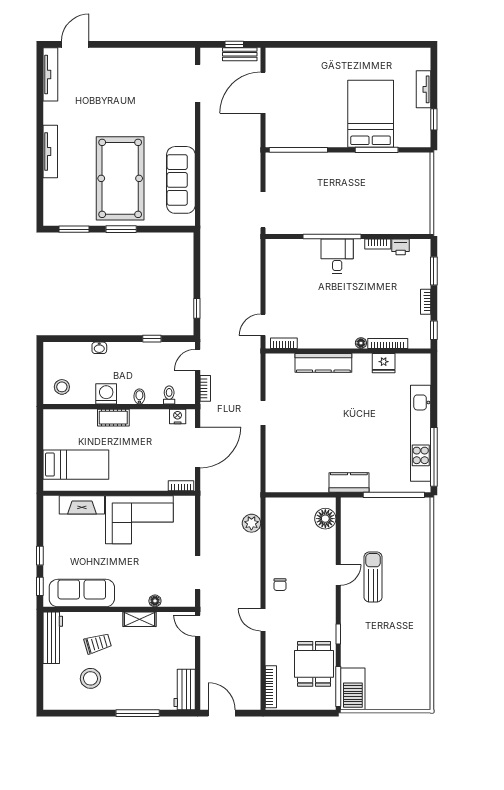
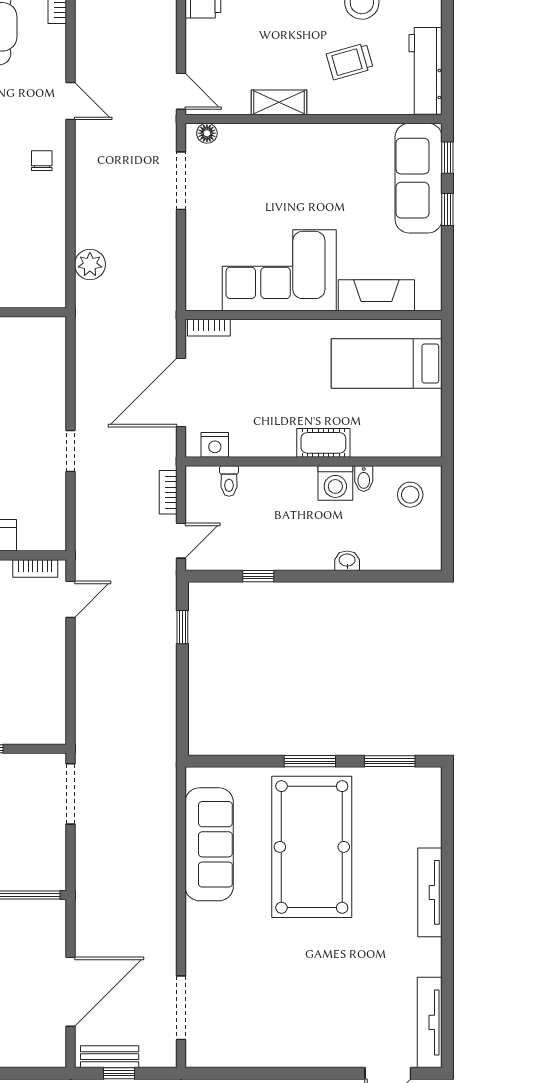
bidet: (139, 396) -> (364, 479), moved
sofa: (82, 593) -> (419, 178), moved, turned 90
floor lamp: (155, 601) -> (207, 133), moved

